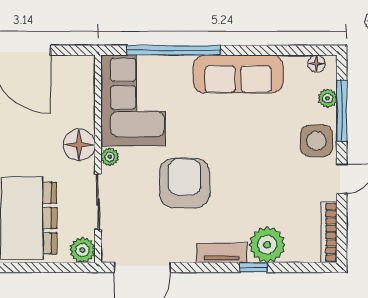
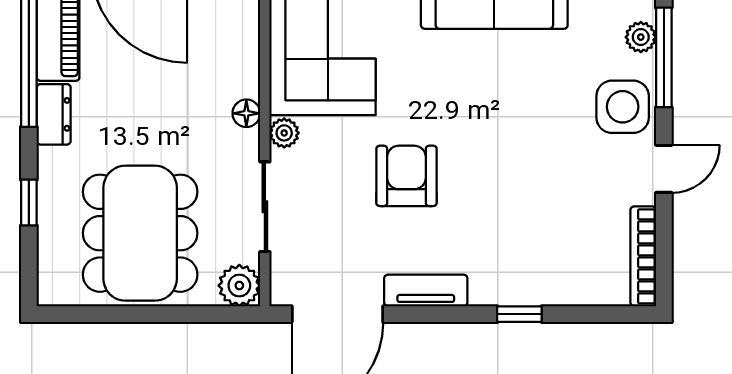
floor lamp: (79, 145) -> (246, 113), width x0.53, depth x0.53
armchair: (184, 183) -> (406, 176), width x0.73, depth x0.73
plant: (267, 245) -> (542, 277), removed
tv unit: (222, 253) -> (426, 290), moved

